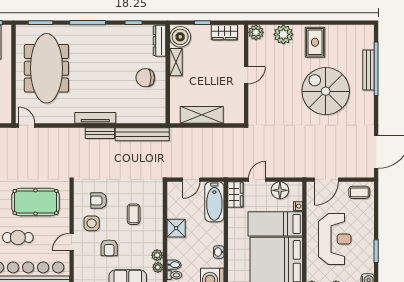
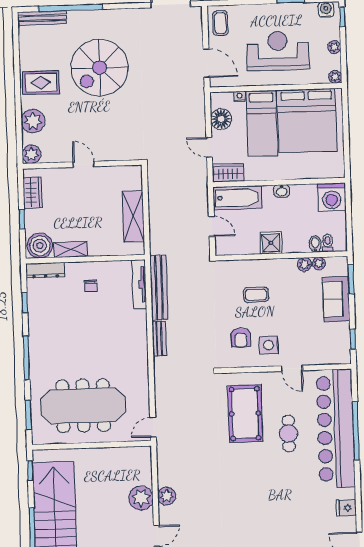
bench: (368, 70) -> (42, 18), moved
chair: (145, 78) -> (91, 286), width x0.54, depth x0.54
tv unit: (95, 118) -> (139, 284), moved
armchair: (109, 248) -> (297, 323), removed
washbasin: (219, 252) -> (282, 191), moved

